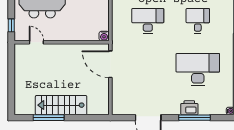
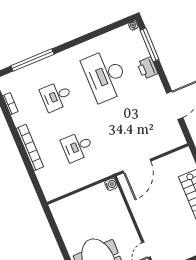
desk: (148, 21) -> (77, 147), width x0.73
window: (195, 118) -> (149, 45), moved

